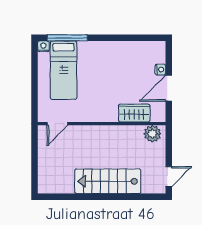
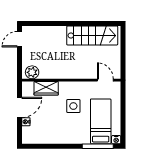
side table: (99, 90) -> (73, 106), added
door: (57, 124) -> (105, 80), hinge flipped
stairs: (108, 181) -> (92, 36), moved

